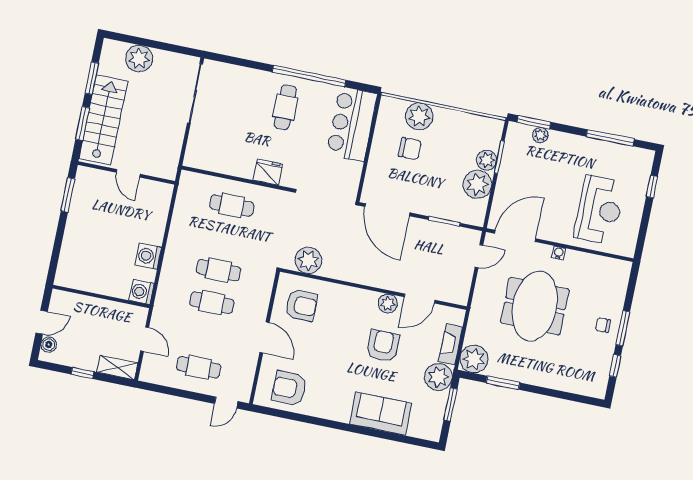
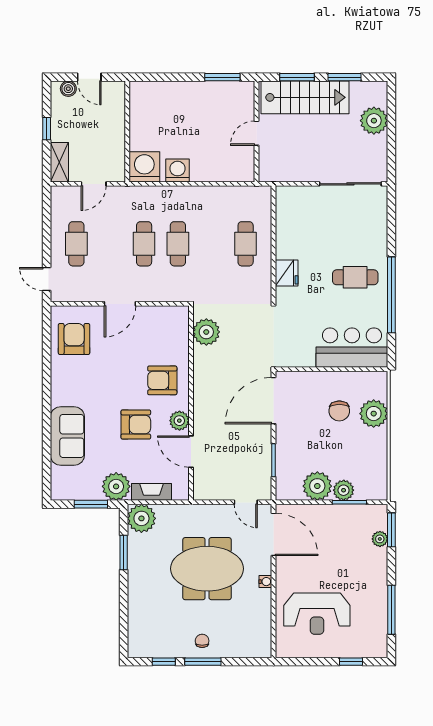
washing machine: (141, 292) -> (144, 167), width x1.37, depth x1.37
armchair: (301, 305) -> (162, 380), moved, turned 90

